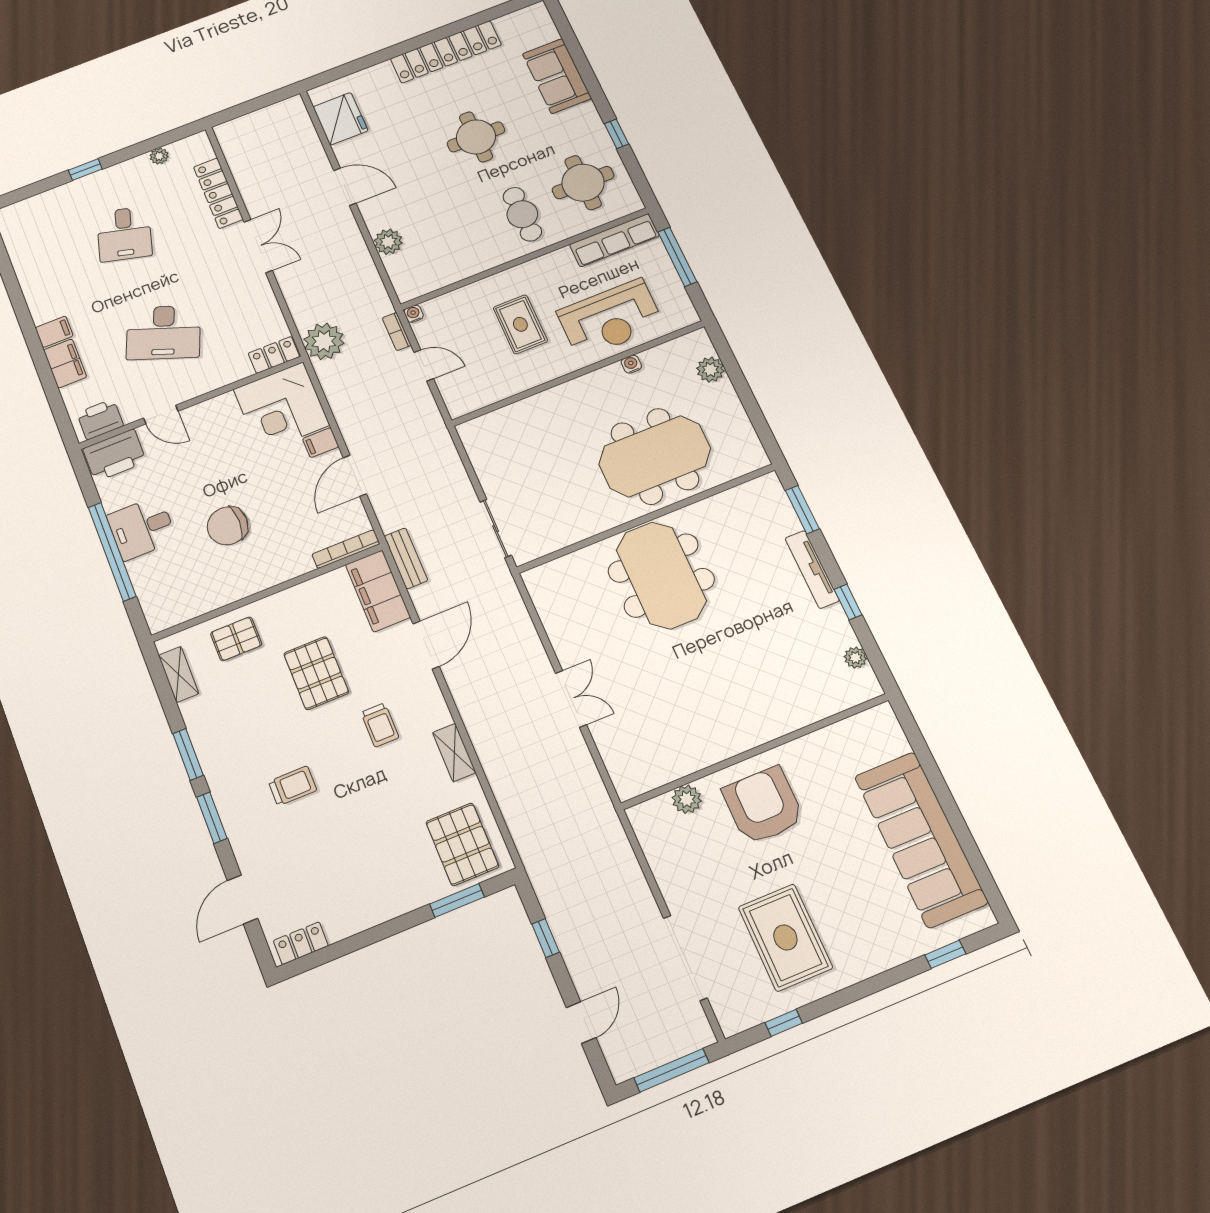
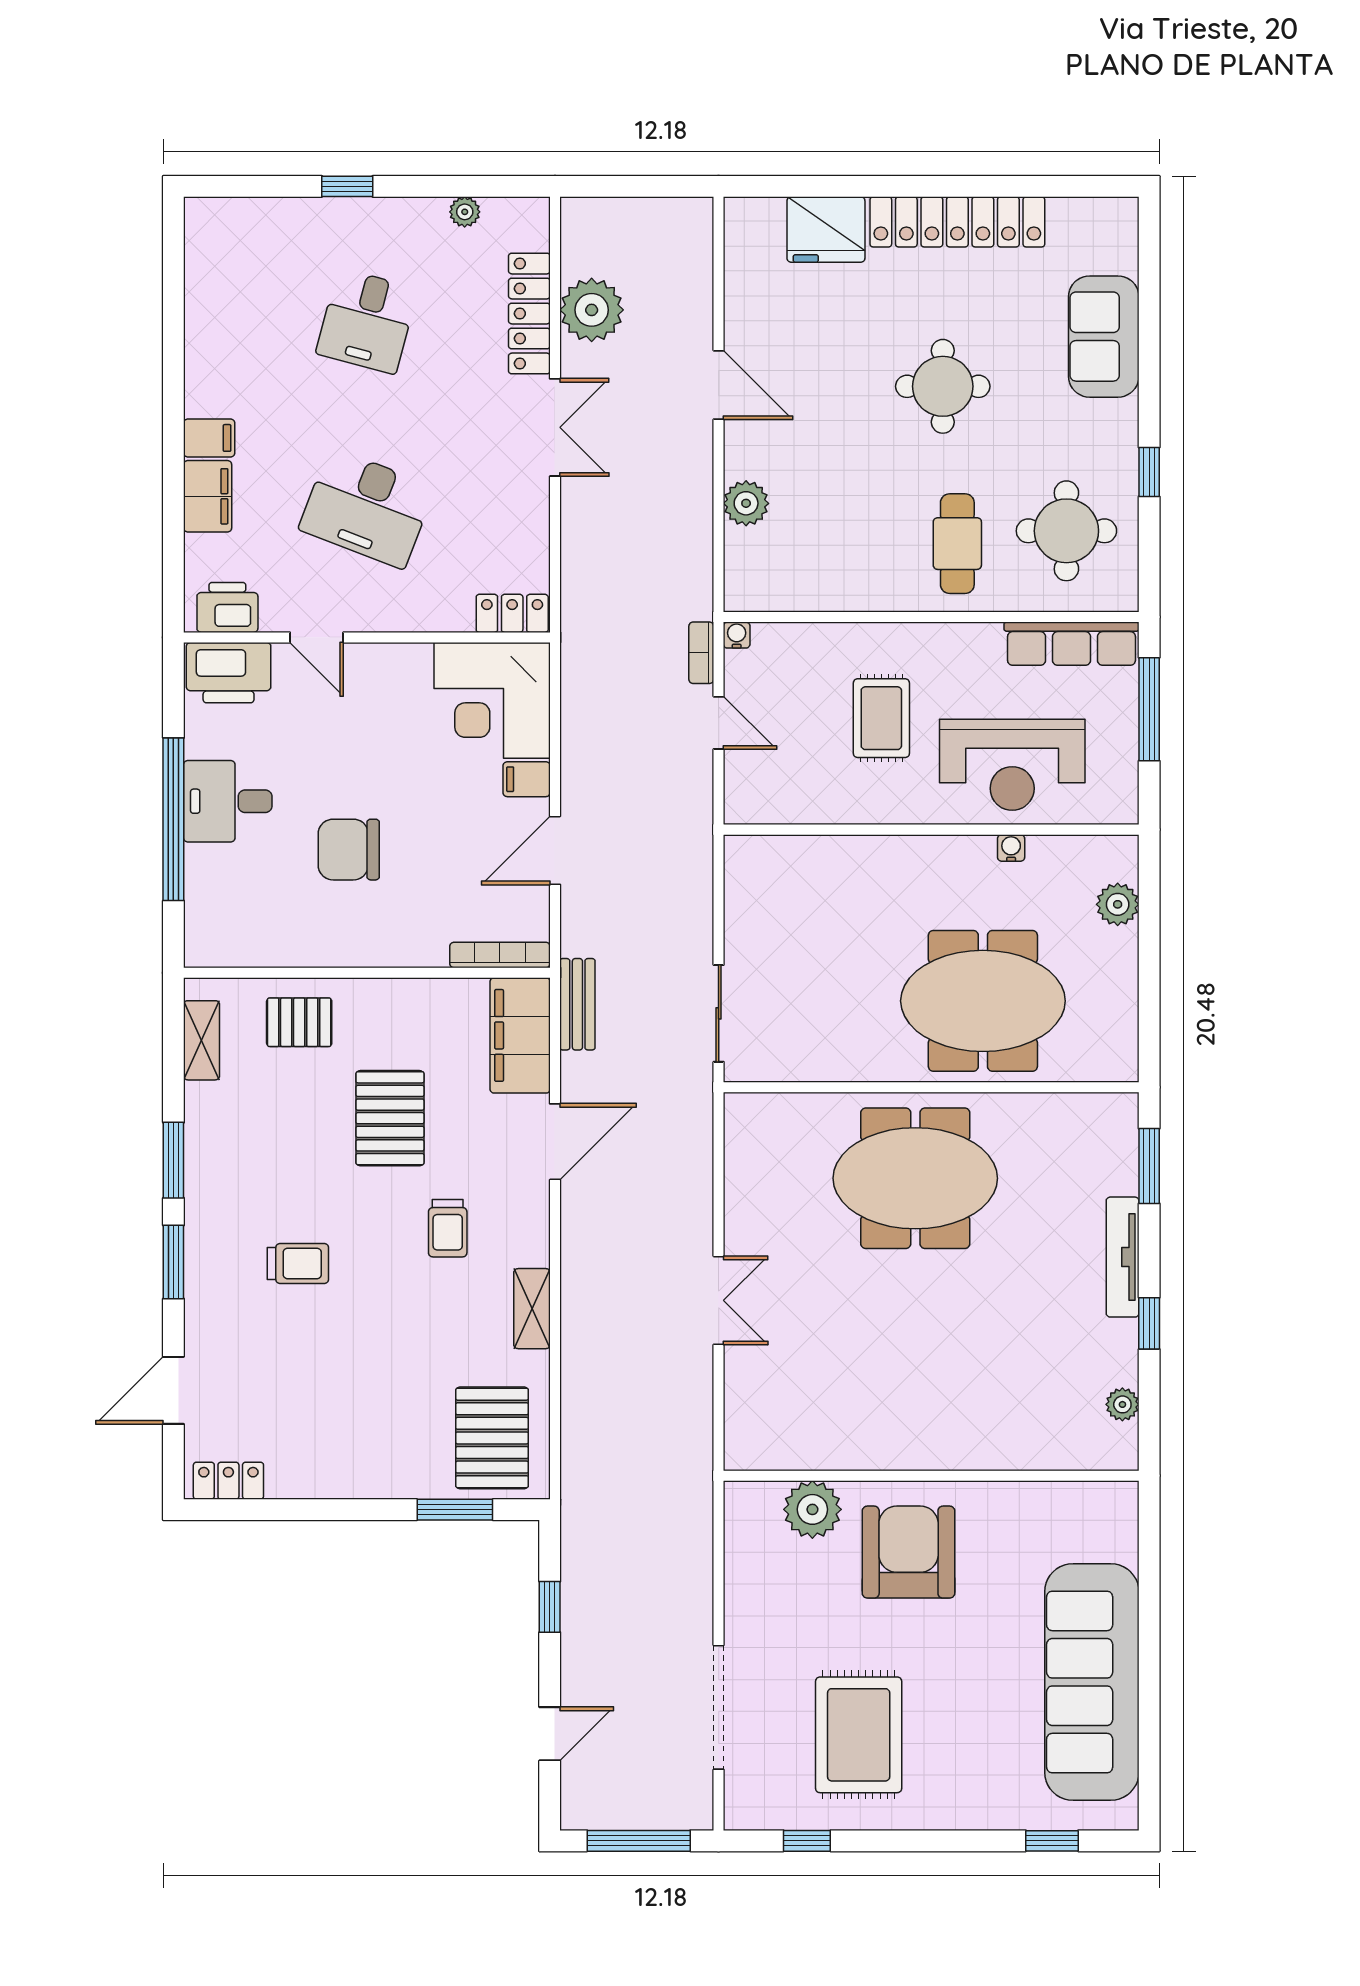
fridge: (340, 119) -> (826, 230), moved, turned 90
plant: (324, 341) -> (592, 310), moved
meeting table: (661, 575) -> (915, 1178), turned 90
plant: (687, 799) -> (812, 1509), width x1.36, depth x1.36

